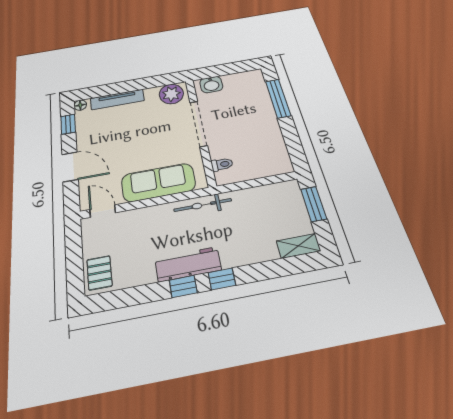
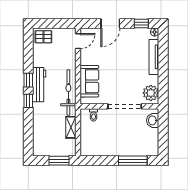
sofa: (158, 182) -> (89, 81), width x0.73
bicycle: (203, 205) -> (68, 93), width x1.37, depth x1.40
shelving: (298, 246) -> (71, 127), moved

